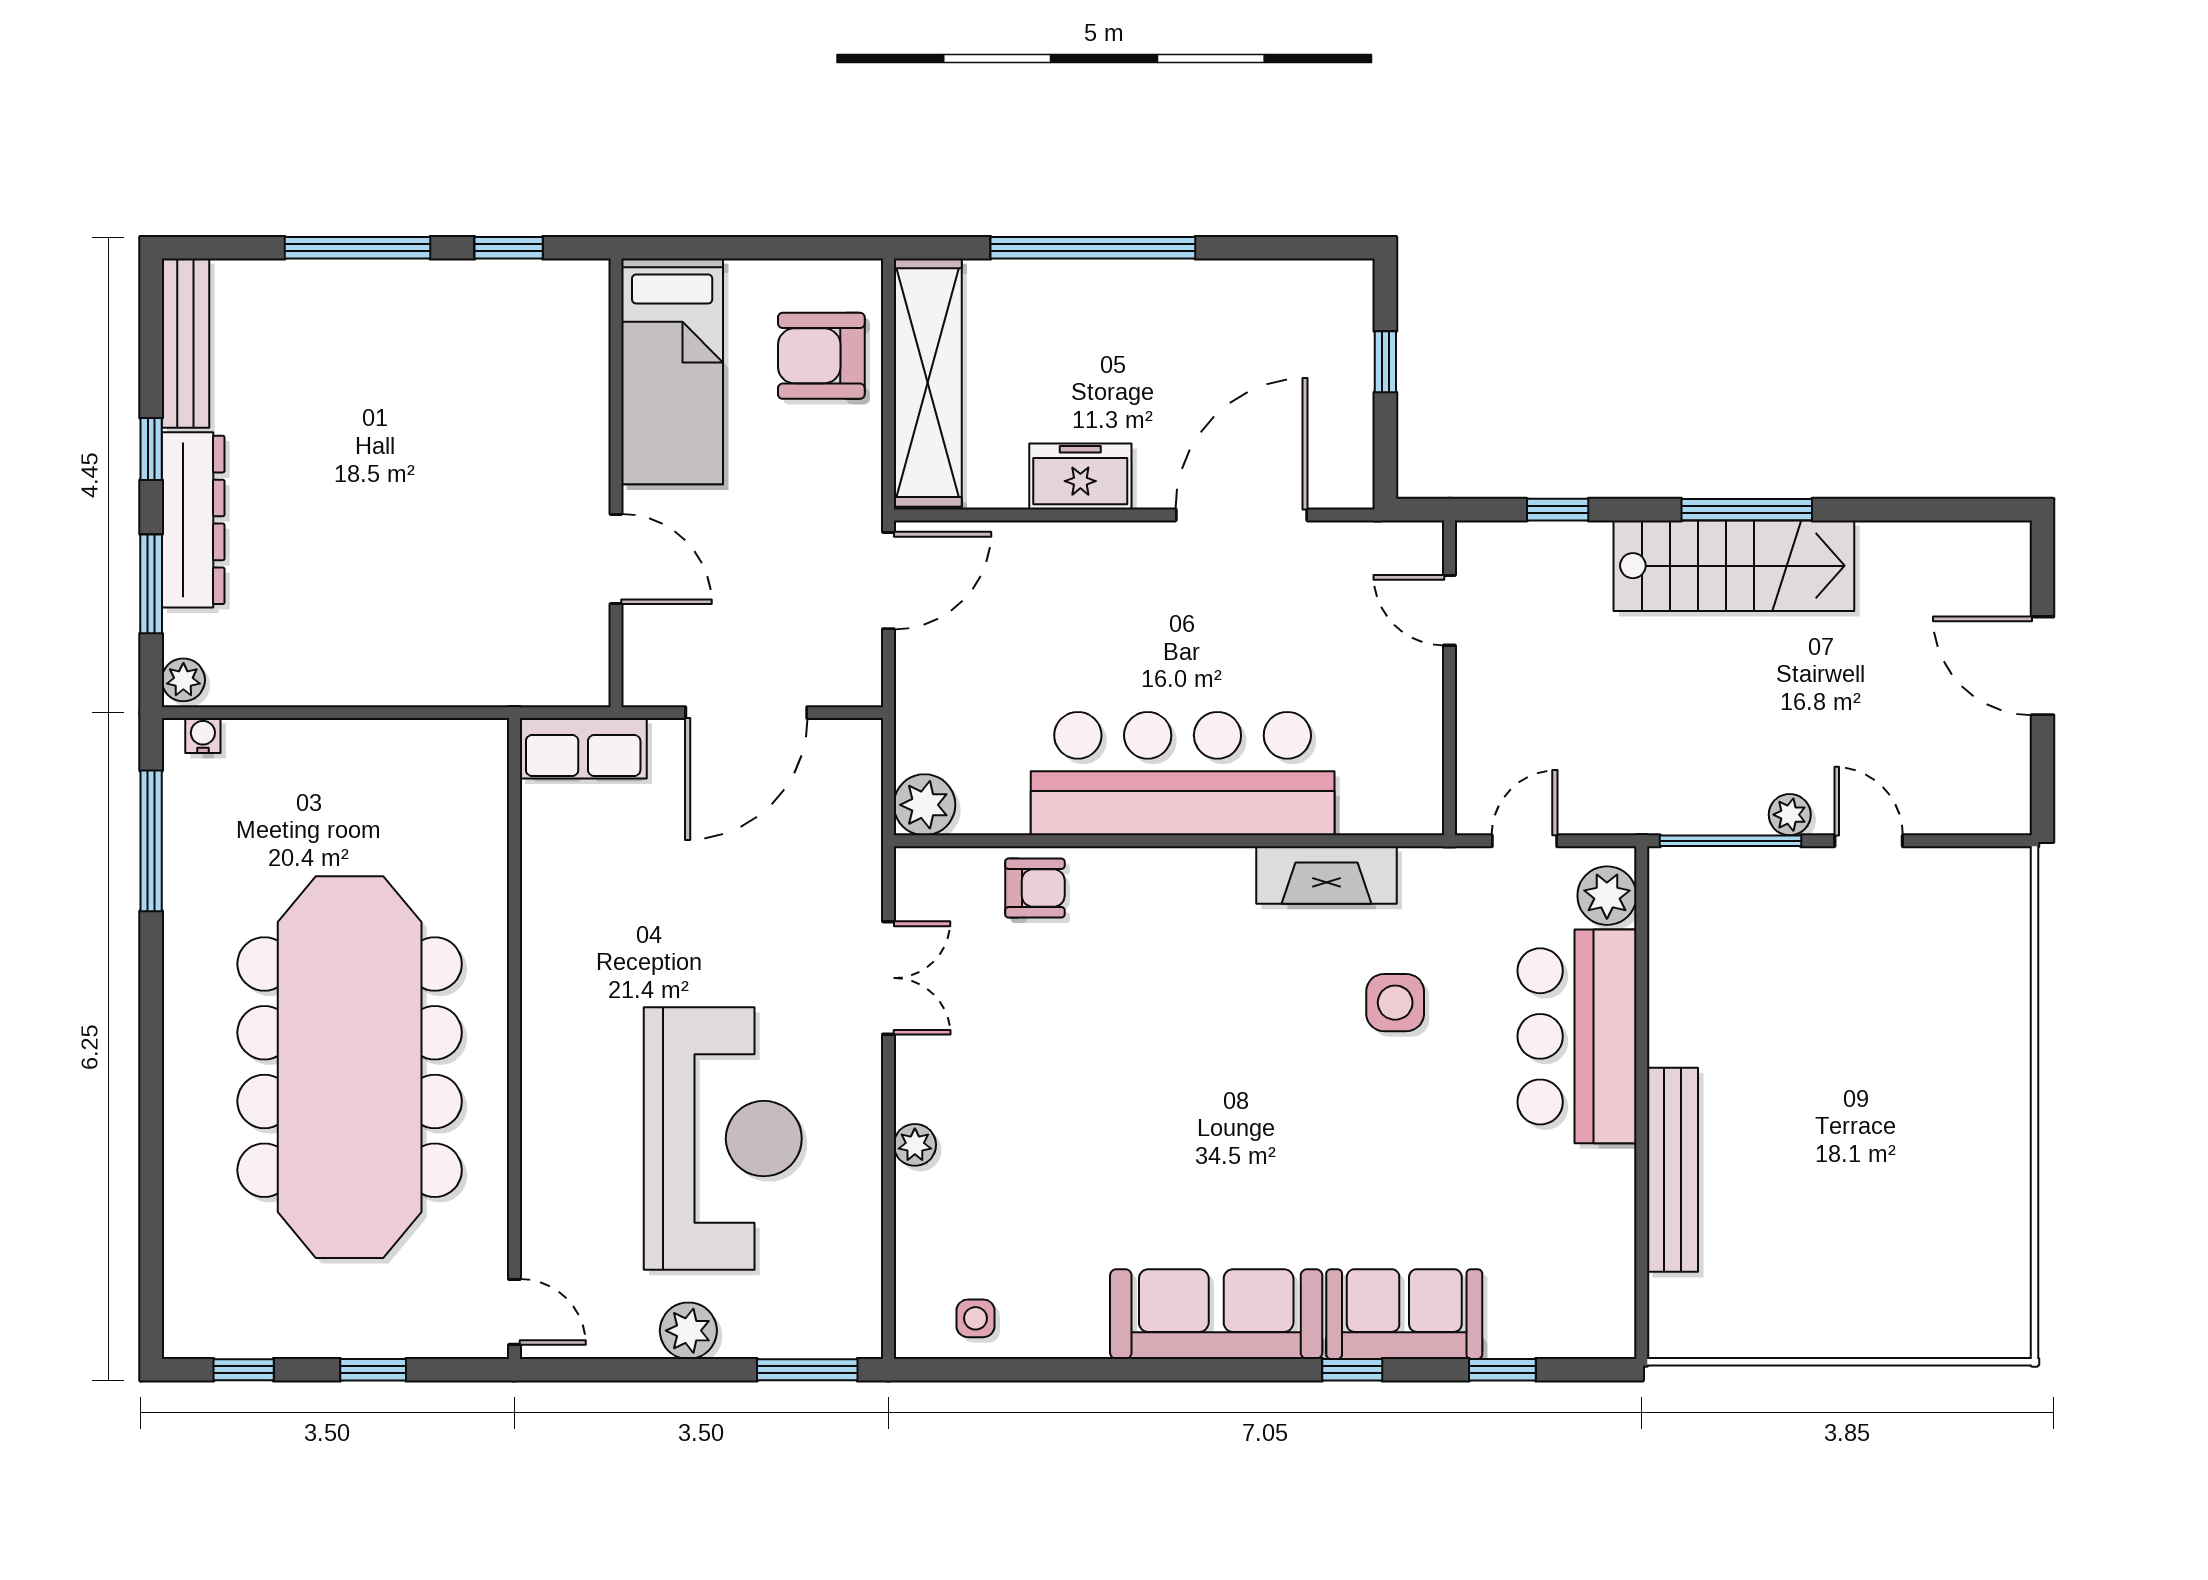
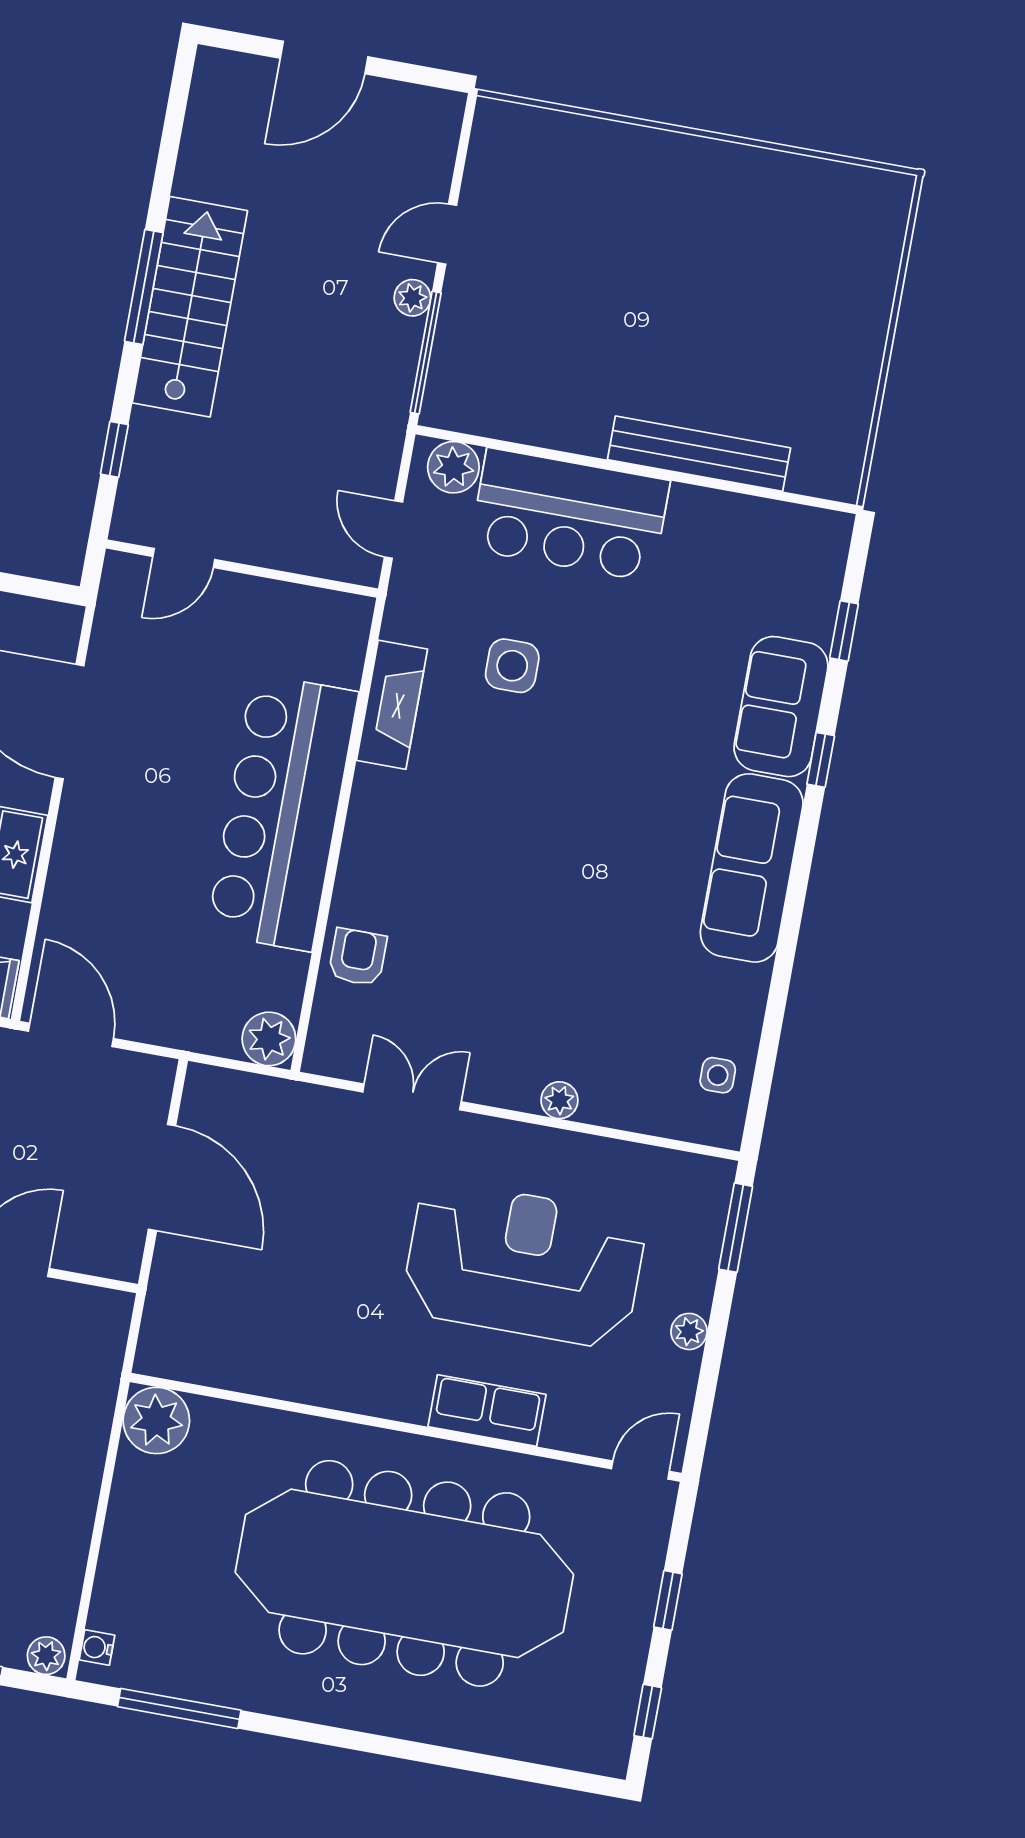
row of seats: (583, 748) -> (487, 1411), moved, turned -90
plant: (471, 756) -> (156, 1421), added
plant: (688, 1331) -> (689, 1331), width x0.73, depth x0.73

